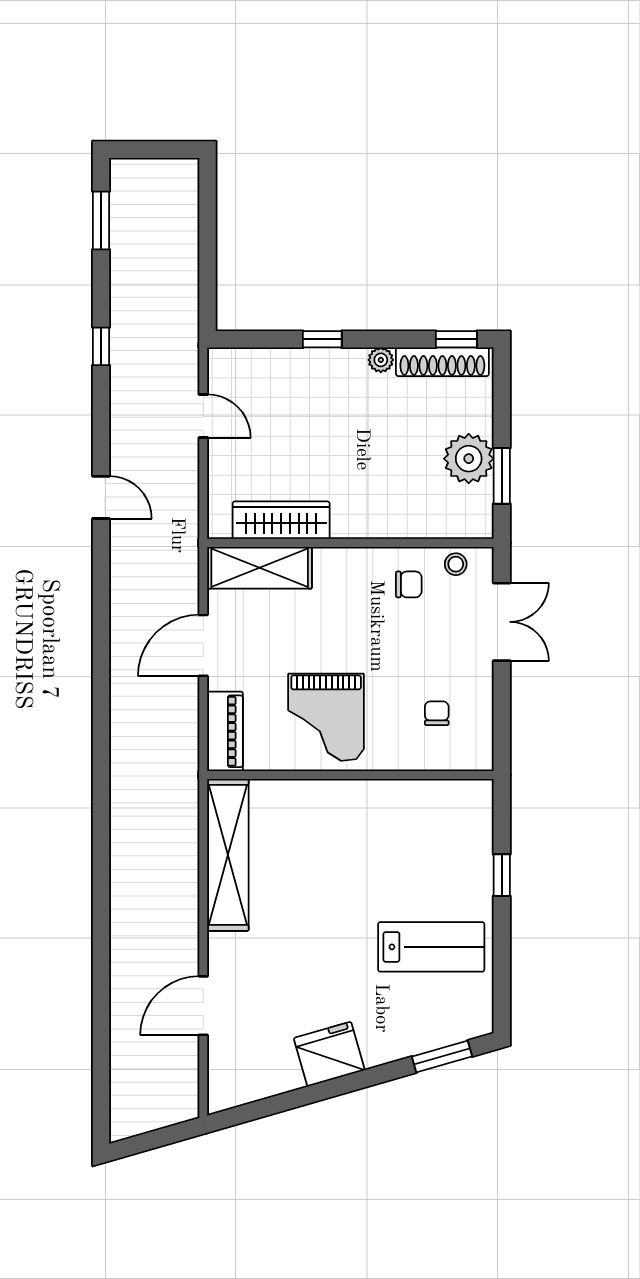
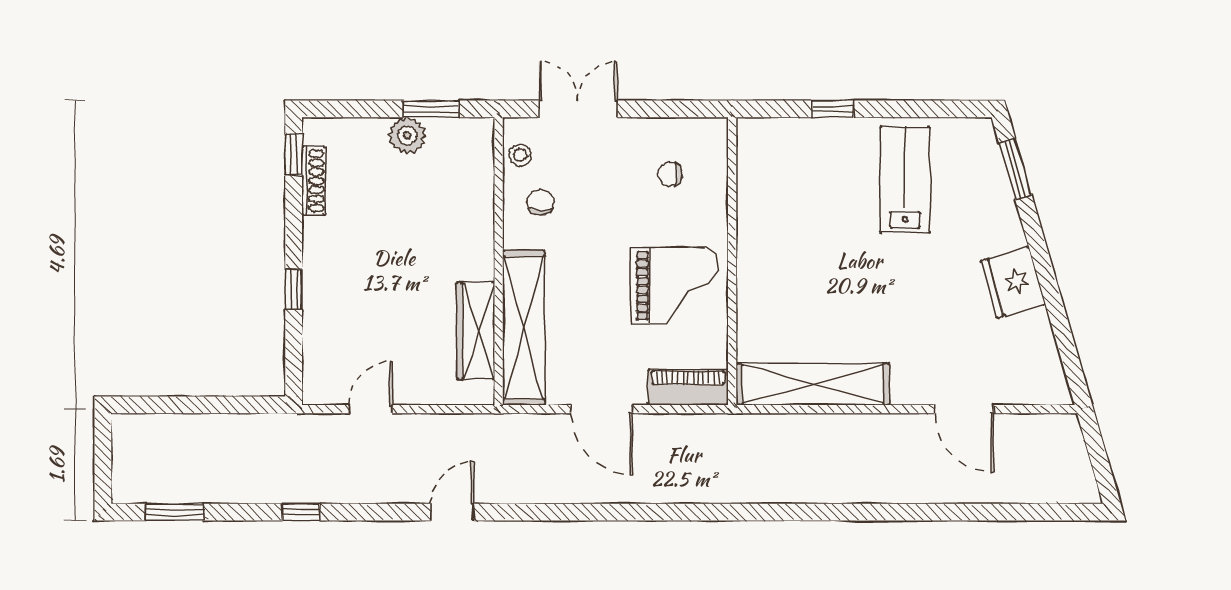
plant: (381, 360) -> (315, 231), removed
shoe rack: (442, 362) -> (314, 181), width x0.74, depth x0.81
plant: (469, 459) -> (407, 135), width x0.73, depth x0.73
shelving: (260, 568) -> (524, 328), width x1.47

